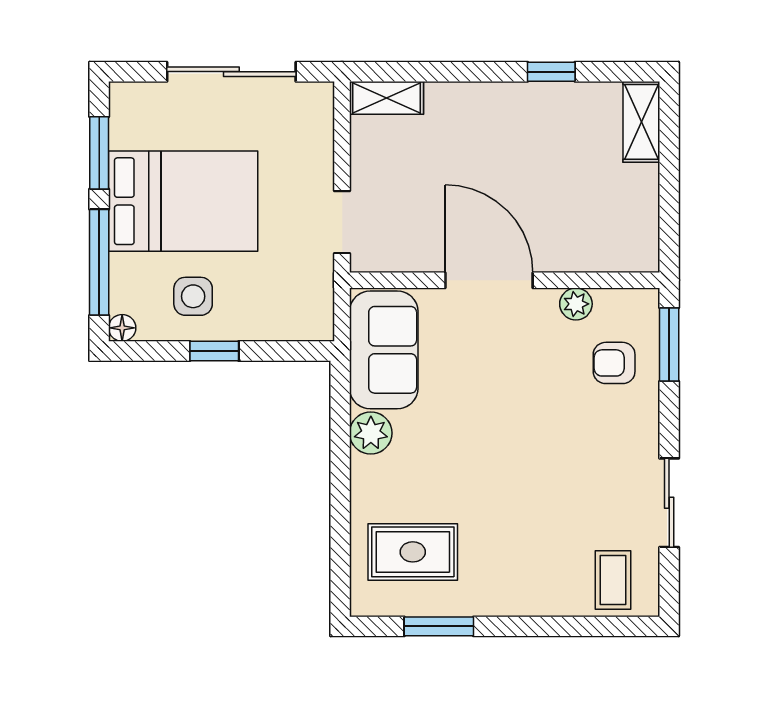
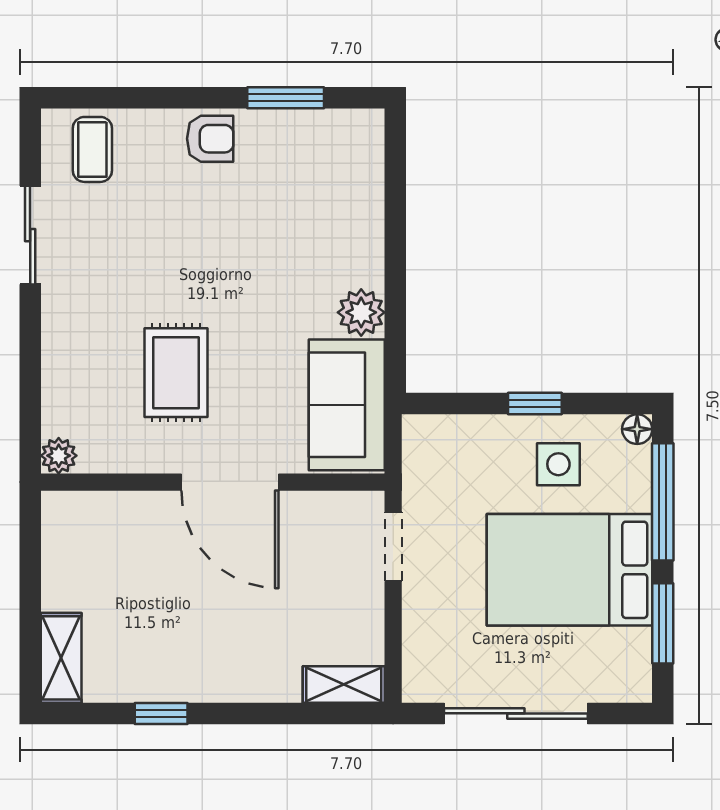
plant: (576, 304) -> (59, 456), moved
window: (669, 344) -> (30, 411), removed
armchair: (614, 363) -> (210, 139), moved
rug: (413, 552) -> (176, 373), moved, turned 90

